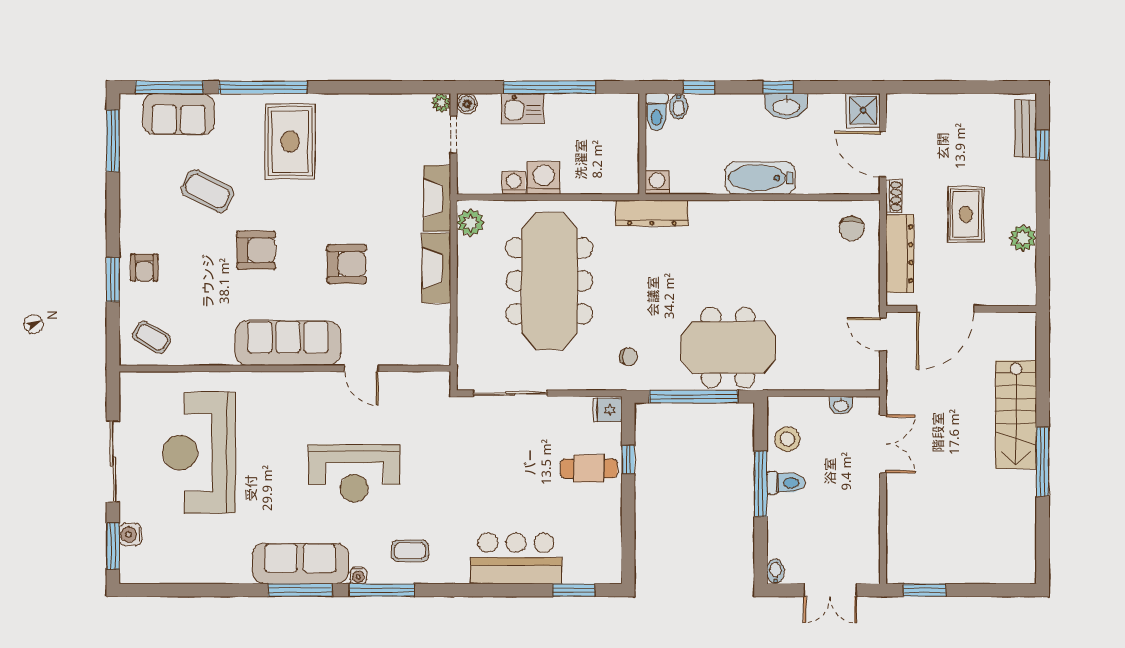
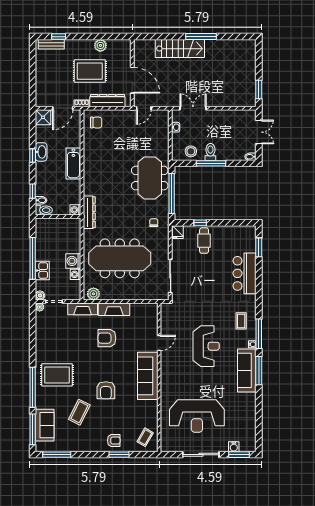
rug: (966, 214) -> (90, 71), width x1.36, depth x1.43
armchair: (256, 250) -> (106, 390), turned 180
armchair: (347, 264) -> (107, 338), moved, turned -90

